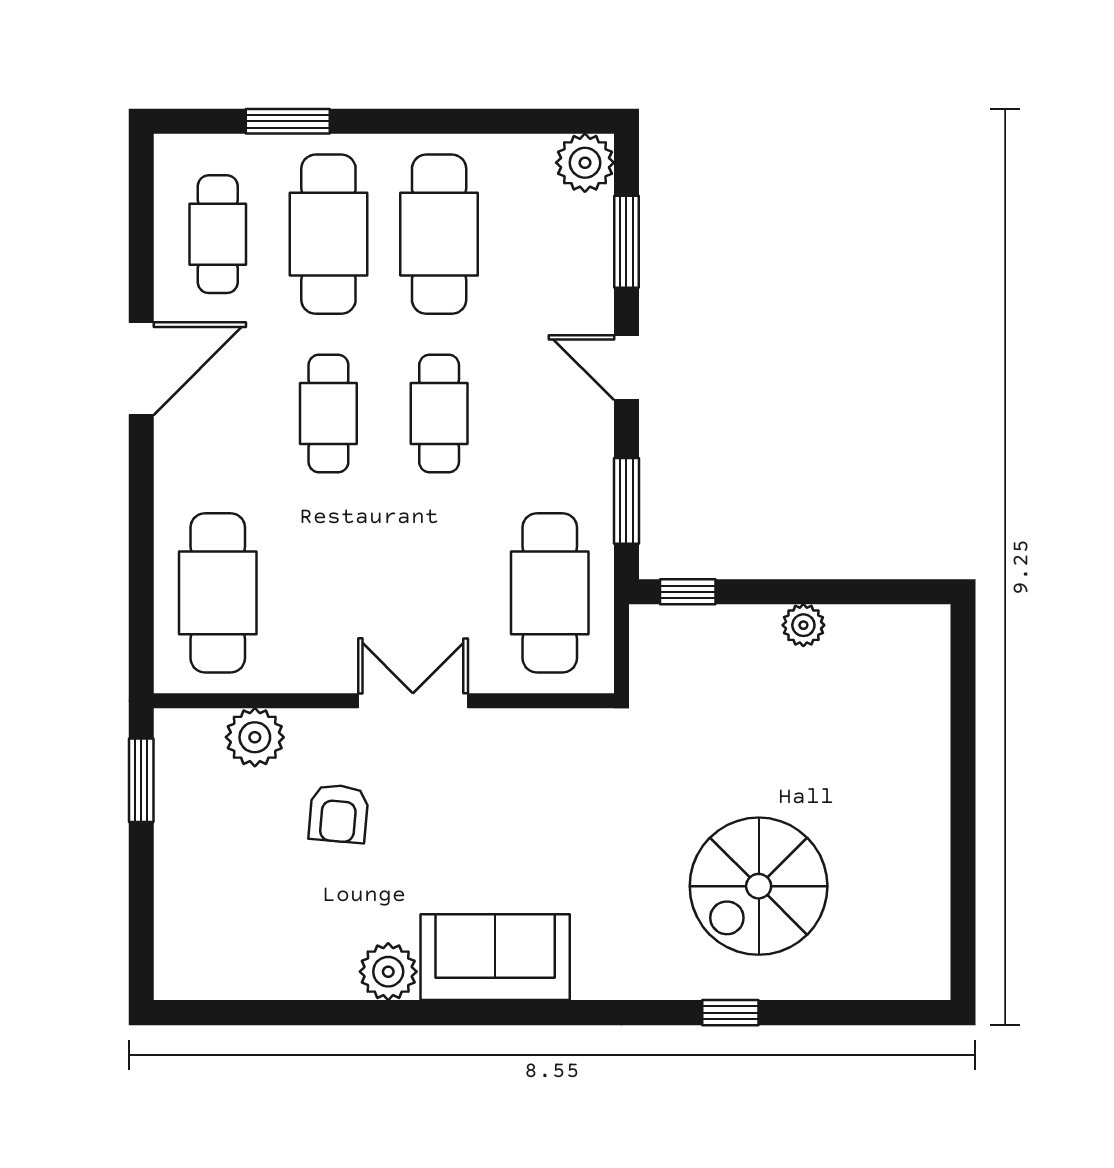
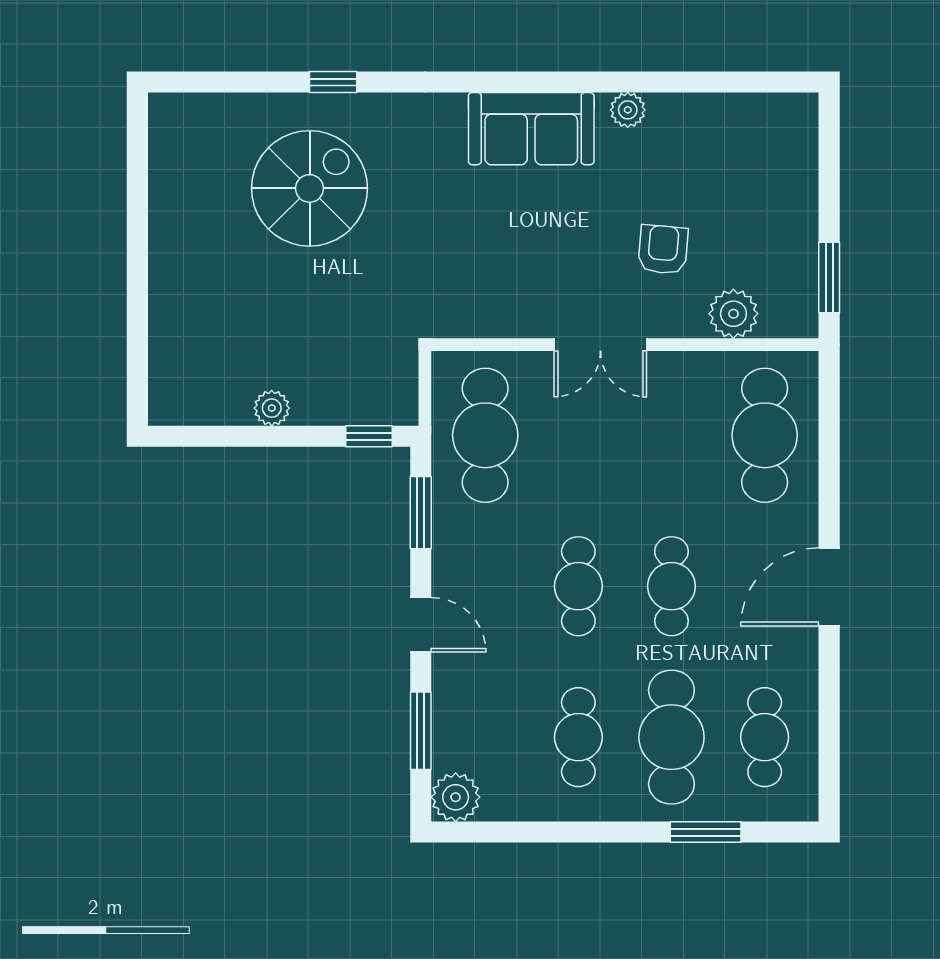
cafe table: (439, 234) -> (578, 737), width x0.73, depth x0.74
door: (141, 369) -> (829, 587), moved
plant: (388, 972) -> (628, 110), width x0.73, depth x0.73

